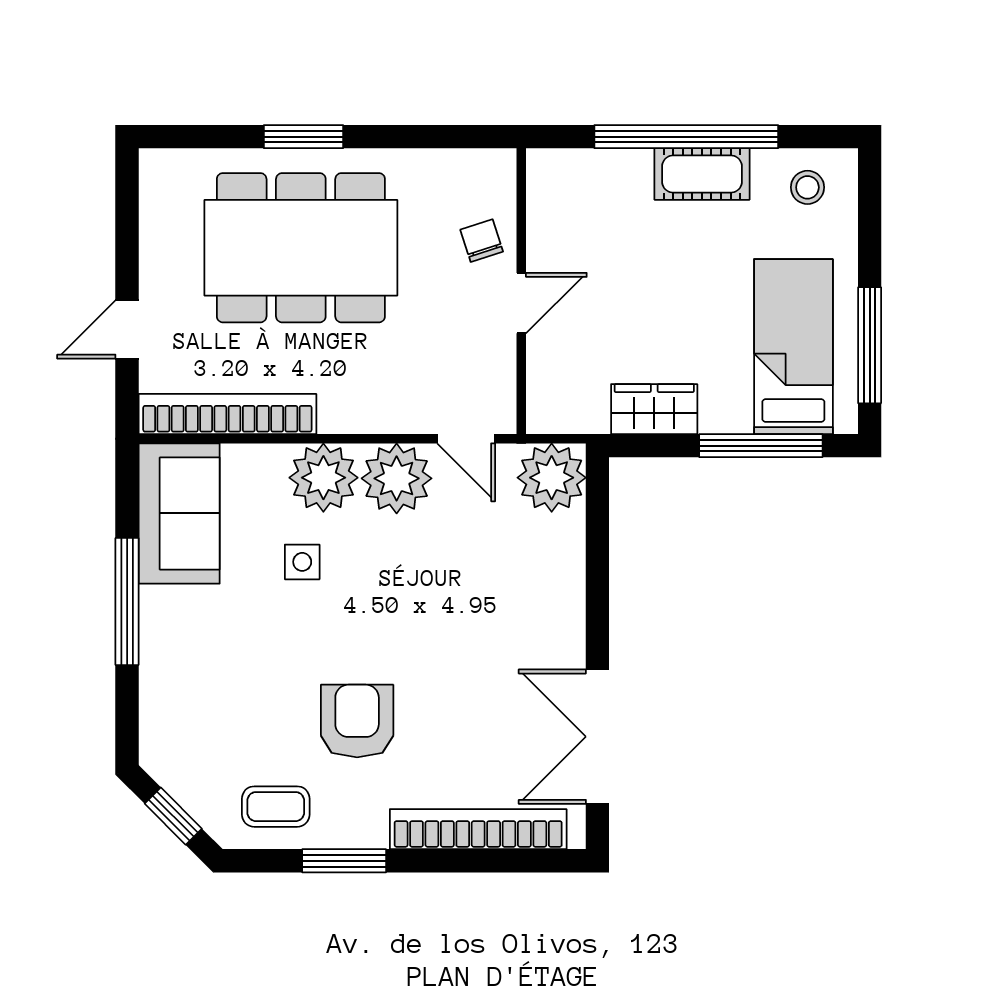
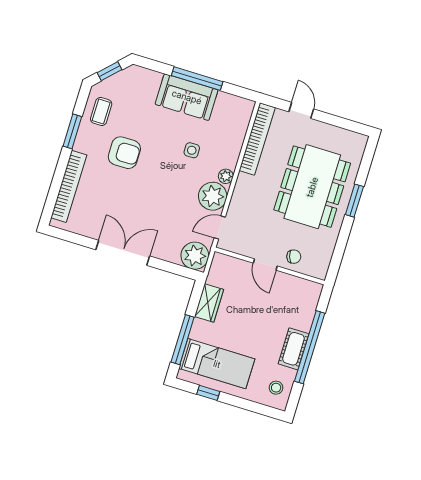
window: (870, 345) -> (208, 393), width x0.46
plant: (323, 478) -> (226, 176), width x0.53, depth x0.53
sofa: (179, 513) -> (187, 97), moved
double door: (597, 737) -> (123, 253), moved

